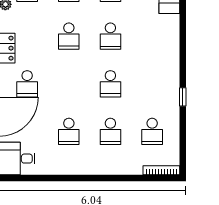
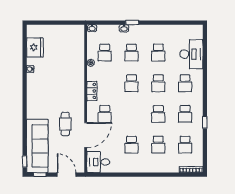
school desk: (152, 36) -> (185, 83), added
school desk: (152, 84) -> (185, 114), added

